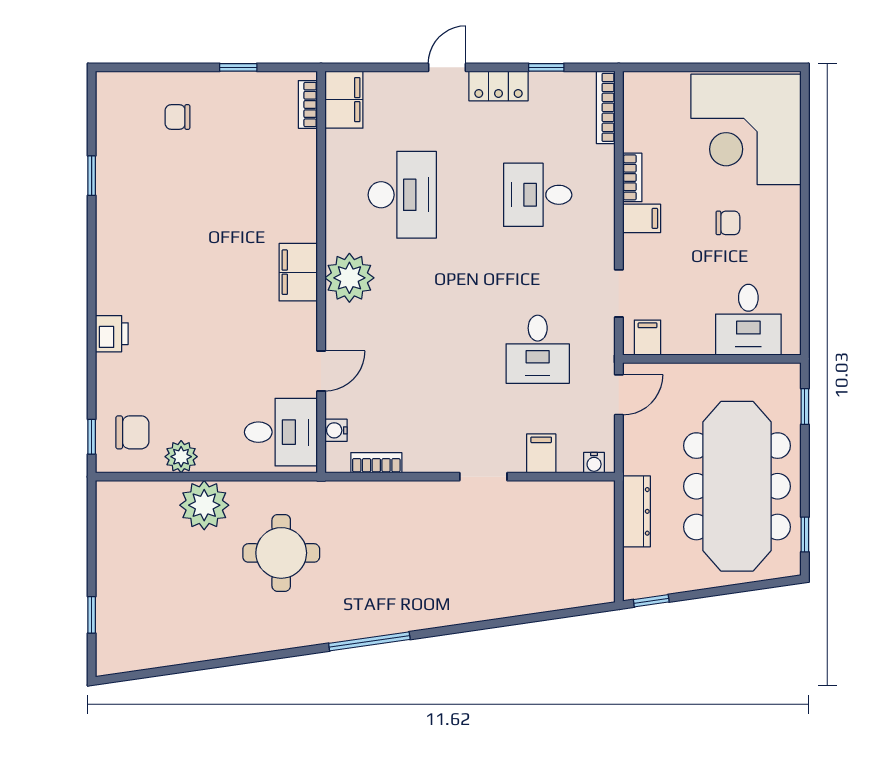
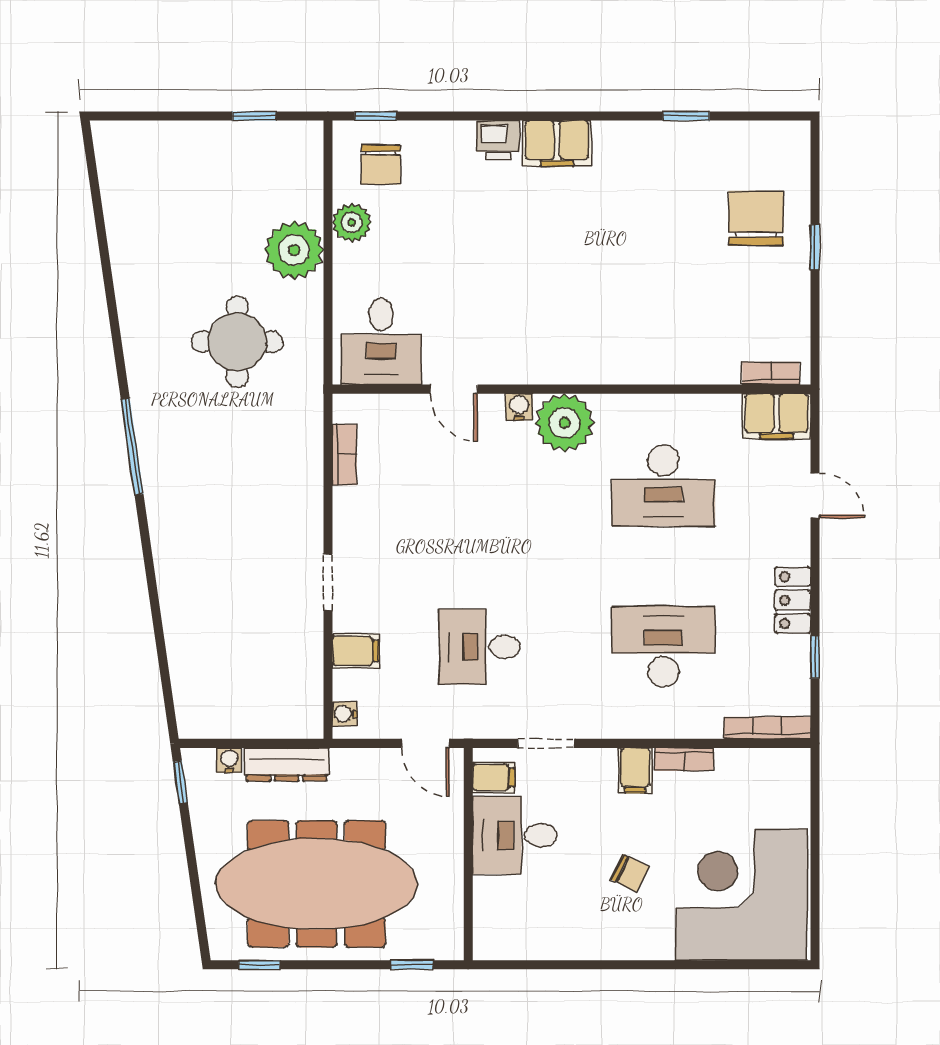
window: (238, 67) -> (815, 247), moved
door: (447, 67) -> (815, 496), moved
chair: (177, 117) -> (756, 218), width x1.87, depth x1.87
desk: (538, 195) -> (663, 647), width x1.37
chair: (728, 223) -> (630, 873), turned -64
filing cabinet: (298, 272) -> (557, 143), moved, turned 180
desk: (748, 320) -> (515, 835), moved
water cooler: (336, 430) -> (519, 407), moved
water cooler: (633, 560) -> (229, 760), added
window: (92, 615) -> (254, 116), moved

